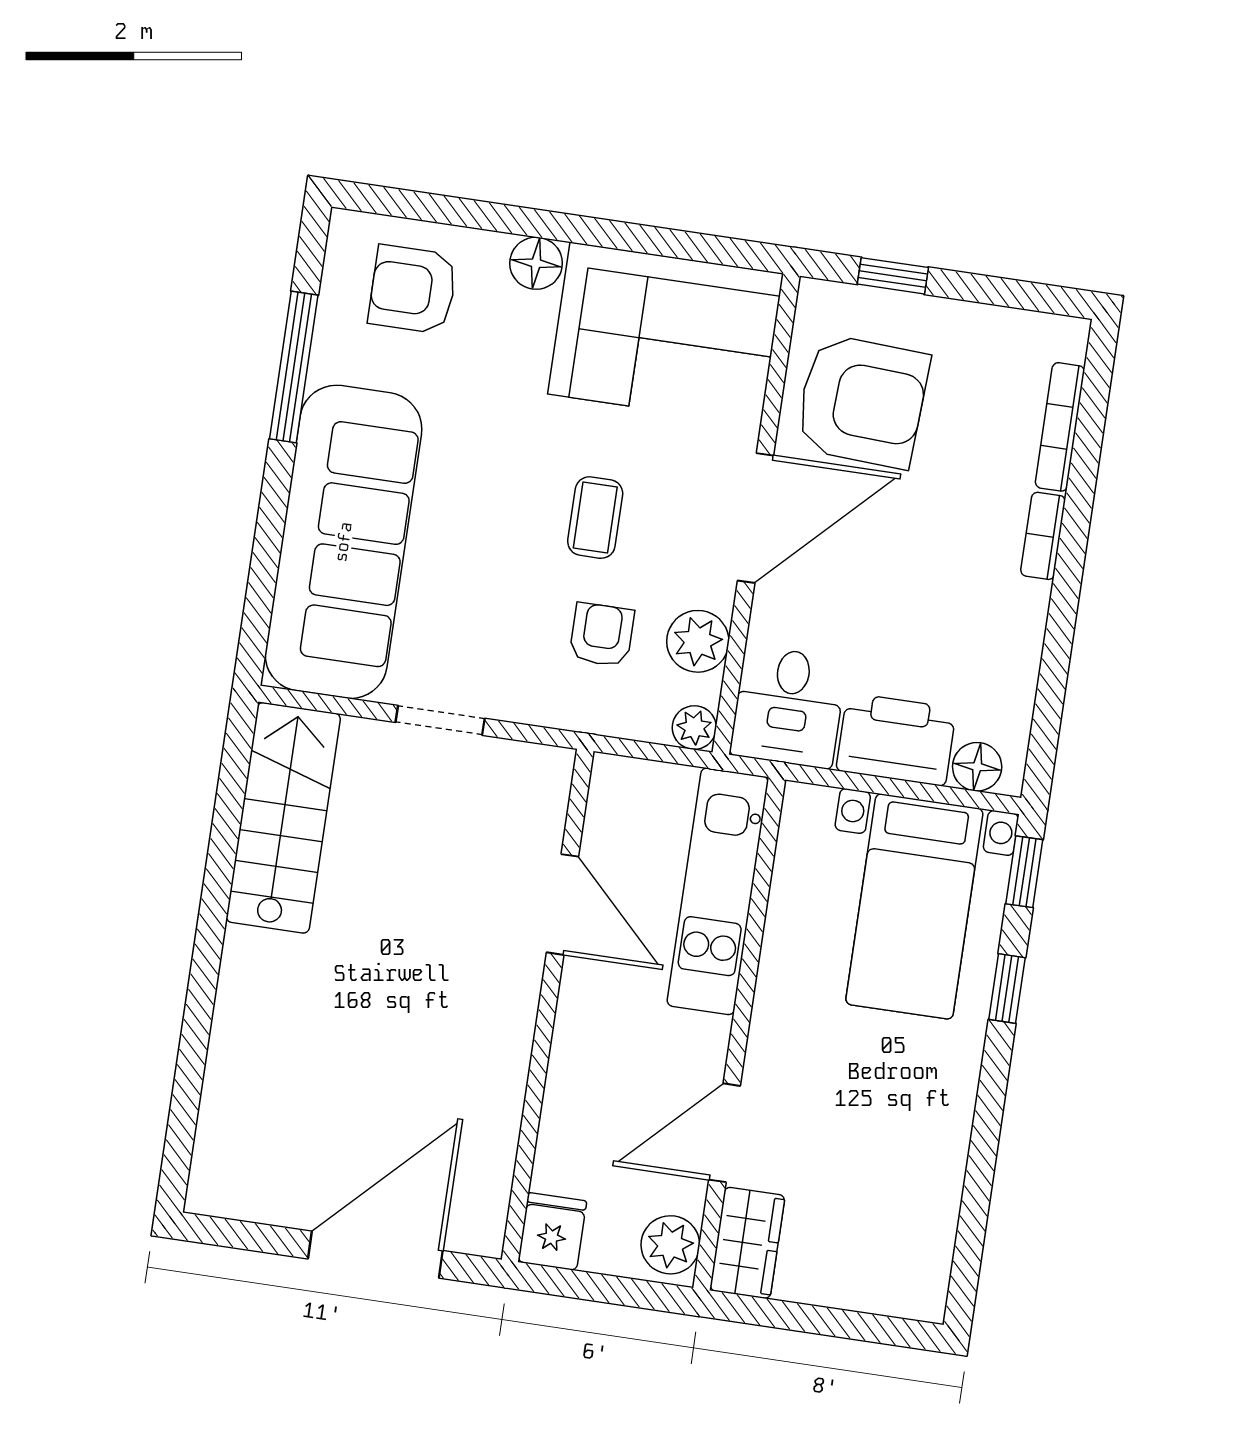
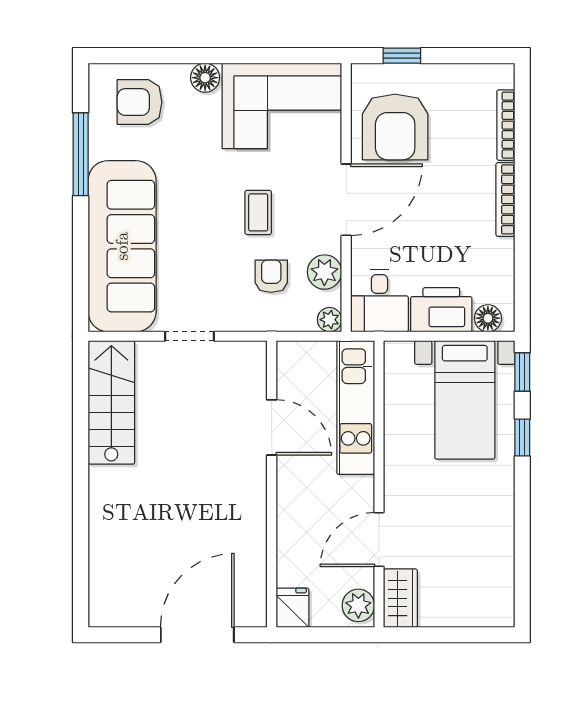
armchair: (862, 401) -> (395, 127), turned 87
bookcase: (1043, 536) -> (505, 199), width x1.56

